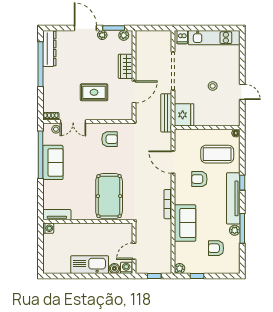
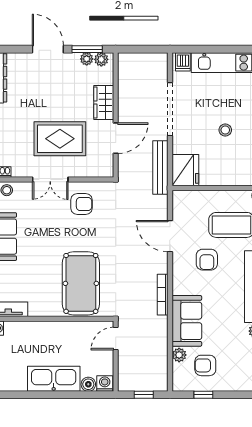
plant: (102, 35) -> (87, 59), moved
rug: (94, 92) -> (60, 139), width x1.36, depth x1.43
double door: (73, 122) -> (50, 180), moved
armchair: (199, 179) -> (207, 260), turned -90
armchair: (216, 248) -> (205, 365), moved
door: (134, 251) -> (116, 339), moved
plant: (180, 268) -> (179, 355), moved

